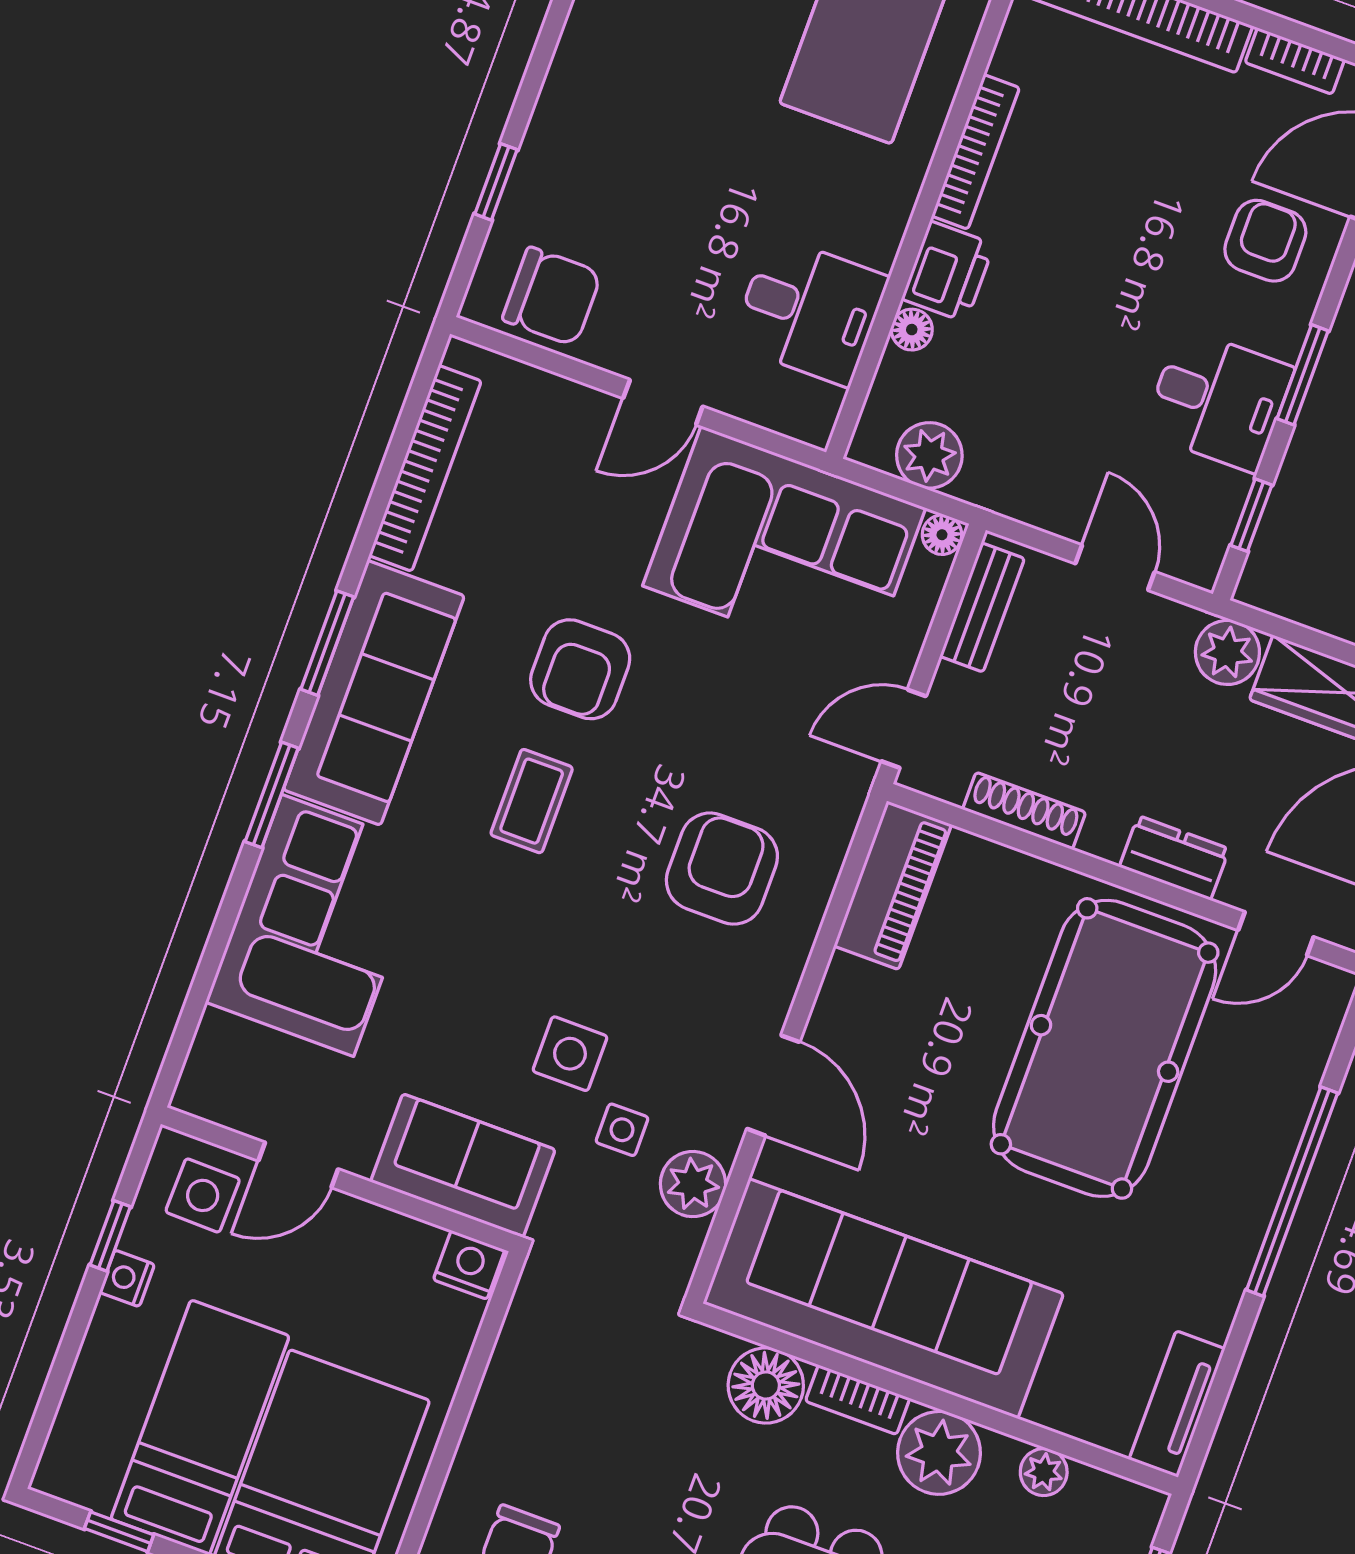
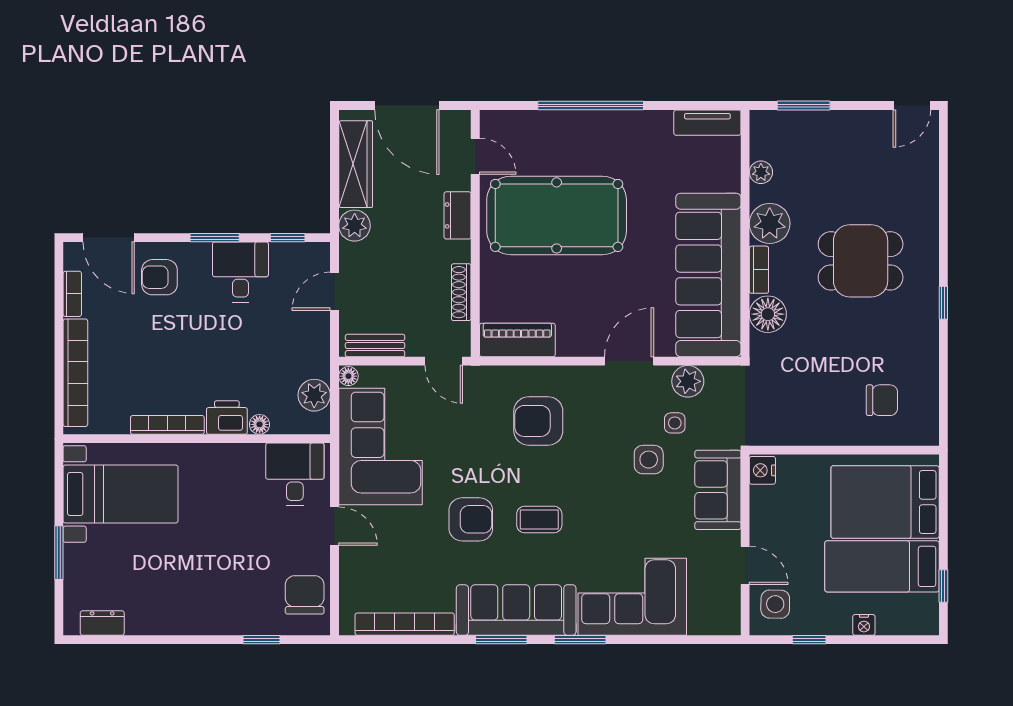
desk: (810, 311) -> (295, 474), moved
nightstand: (127, 1278) -> (864, 625), moved

